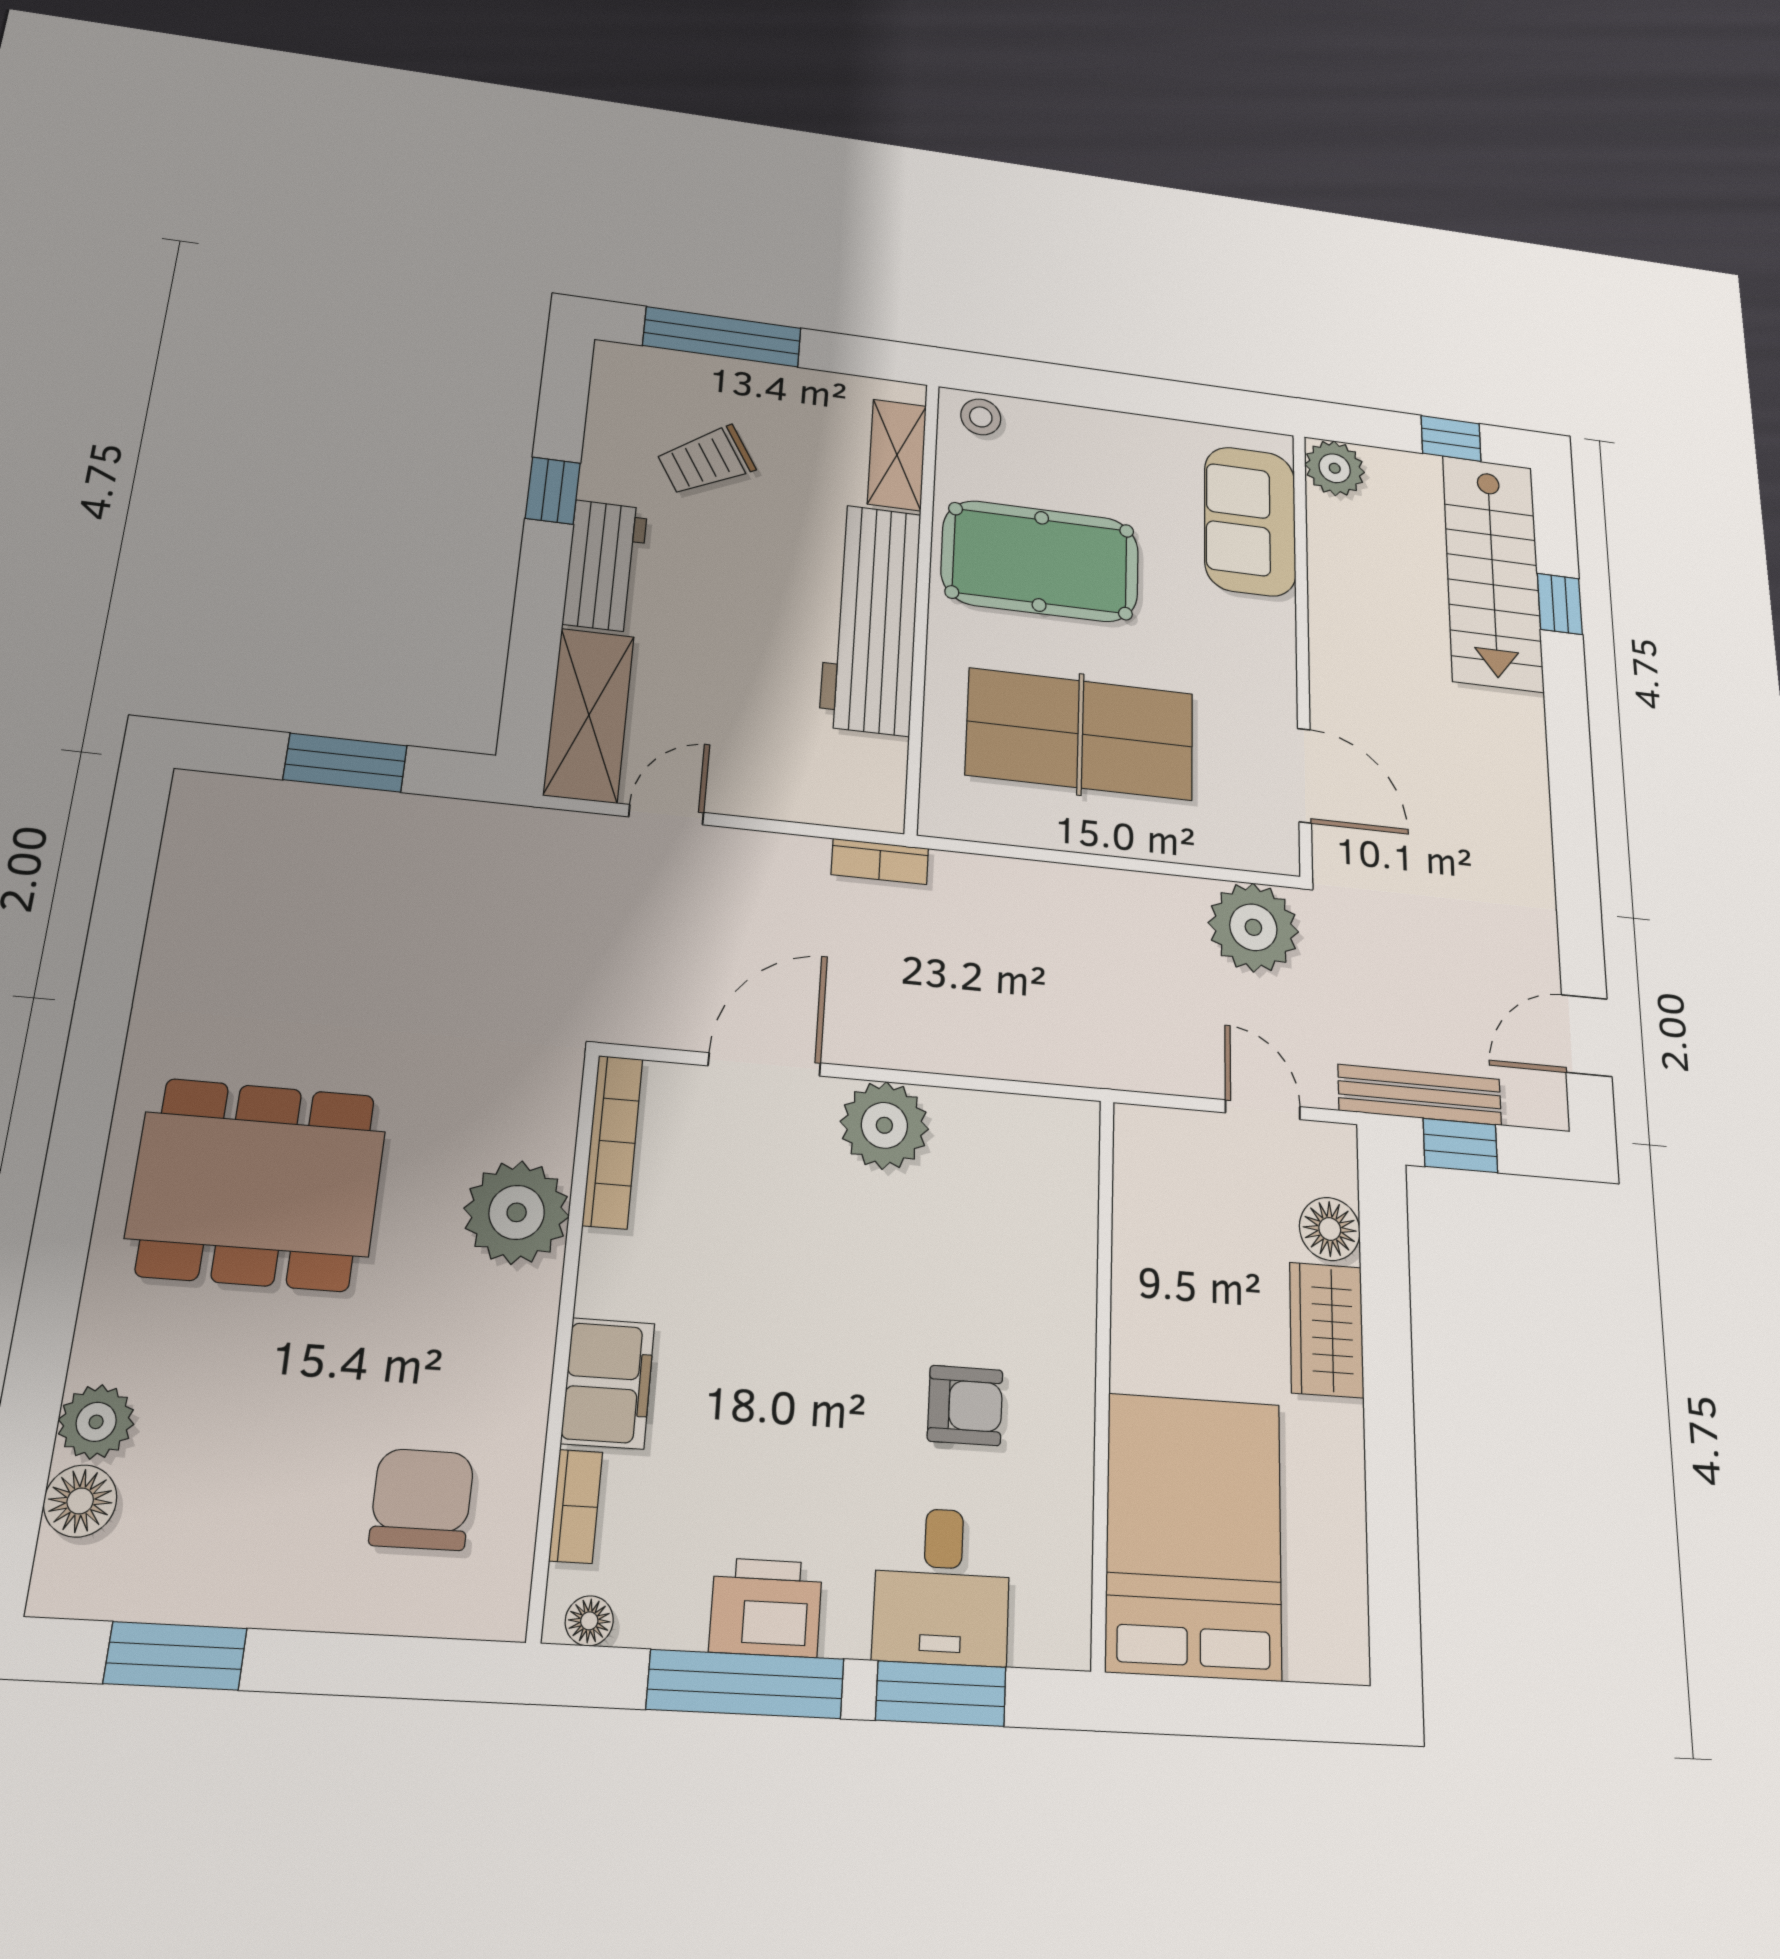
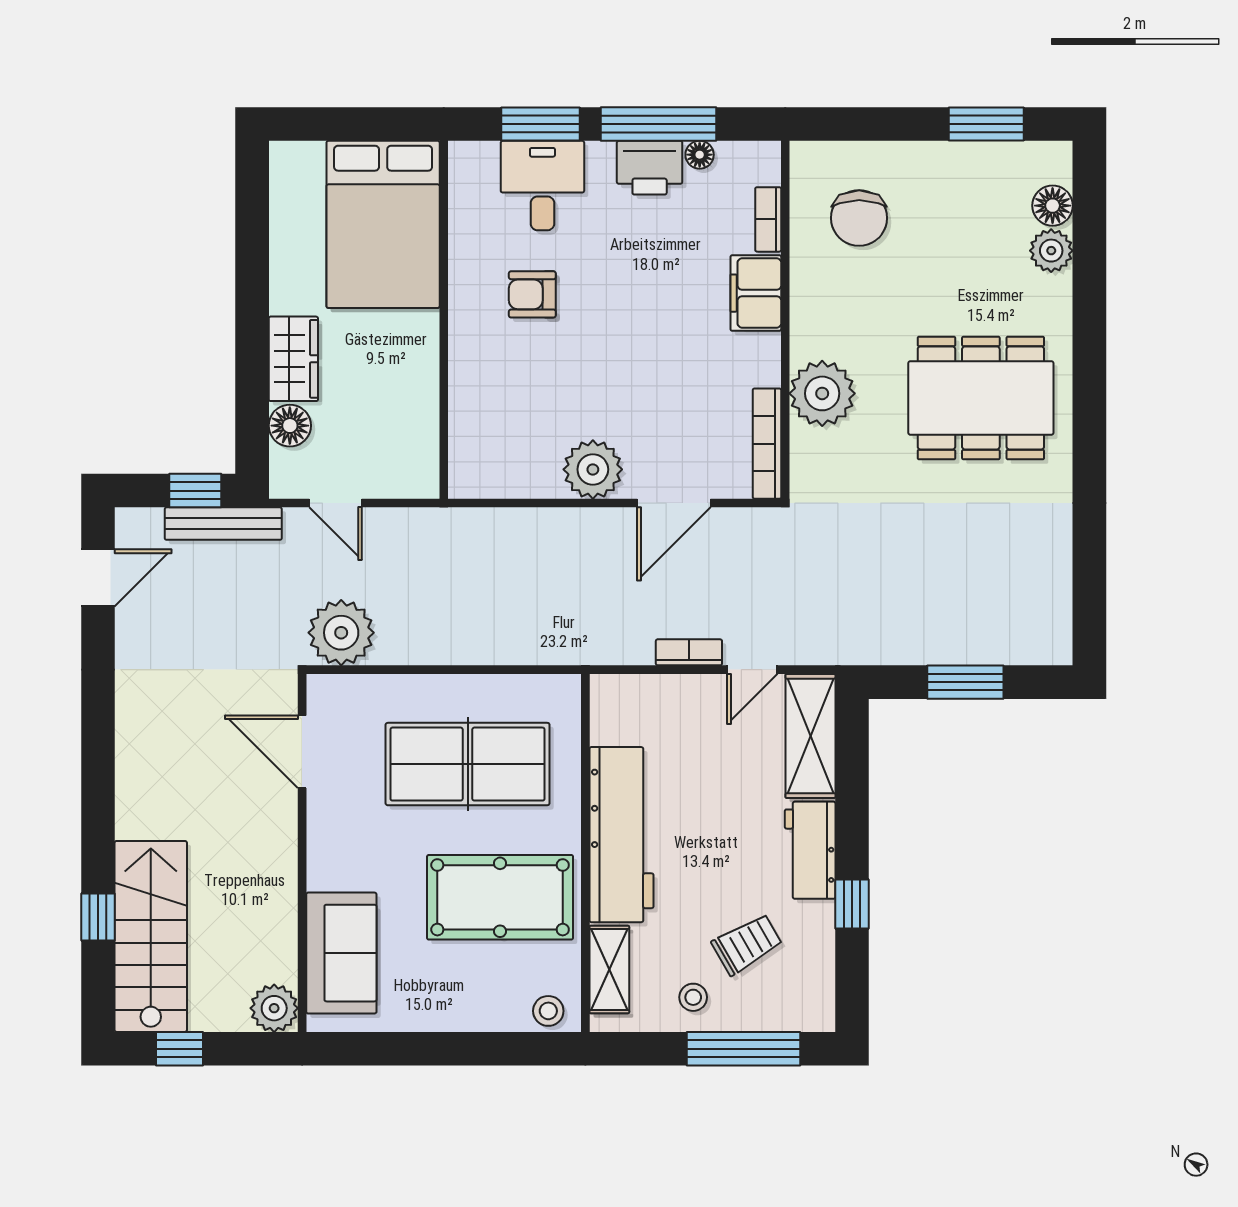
stool: (786, 406) -> (693, 997), added
bookcase: (880, 861) -> (689, 652), moved
floor lamp: (589, 1621) -> (700, 155), moved

